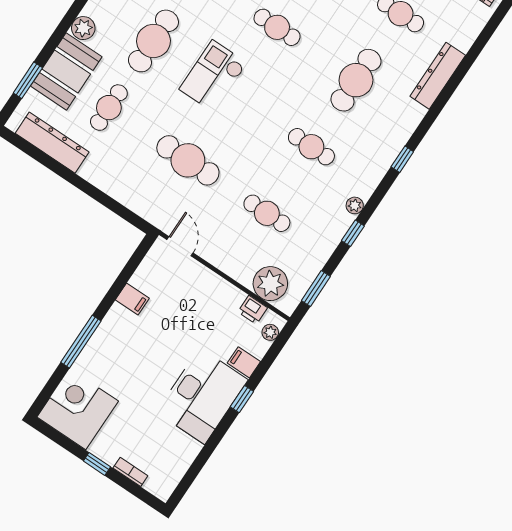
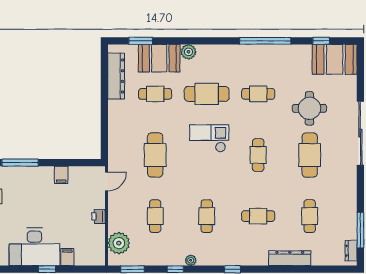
cafe table: (356, 80) -> (258, 216), width x0.73, depth x0.74
printer: (253, 310) -> (98, 216), moved
plant: (270, 332) -> (93, 260), removed

